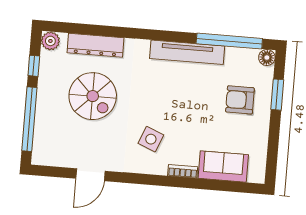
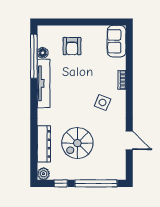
floor lamp: (267, 58) -> (43, 53), moved
window: (277, 95) -> (66, 22), removed
spiral stairs: (93, 96) -> (77, 143), turned 180
sofa: (223, 166) -> (117, 41), moved

